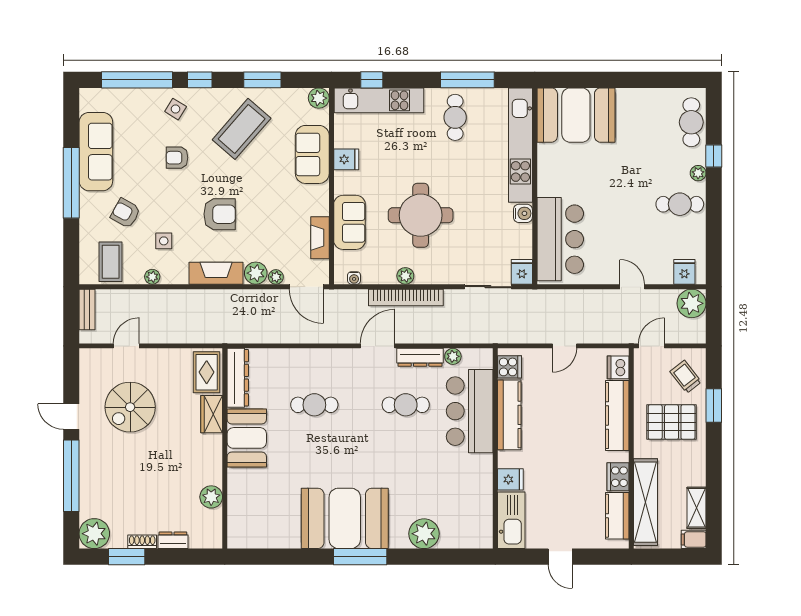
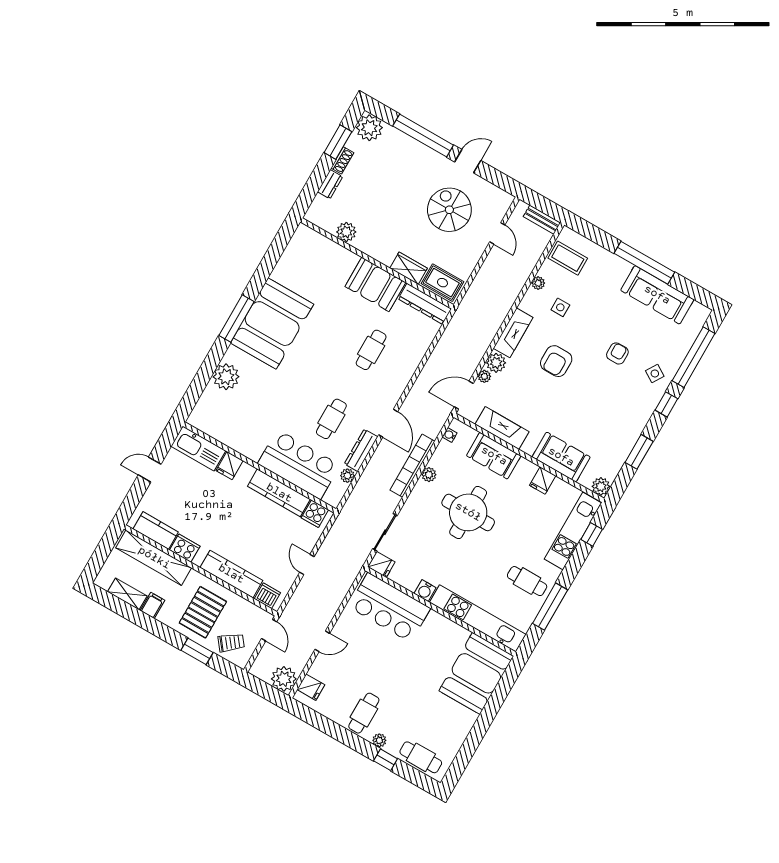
coffee table: (242, 129) -> (611, 415), removed
armchair: (125, 213) -> (598, 290), removed
fireplace: (320, 238) -> (502, 428), width x1.37, depth x1.32
filing cabinet: (694, 539) -> (152, 605), moved

